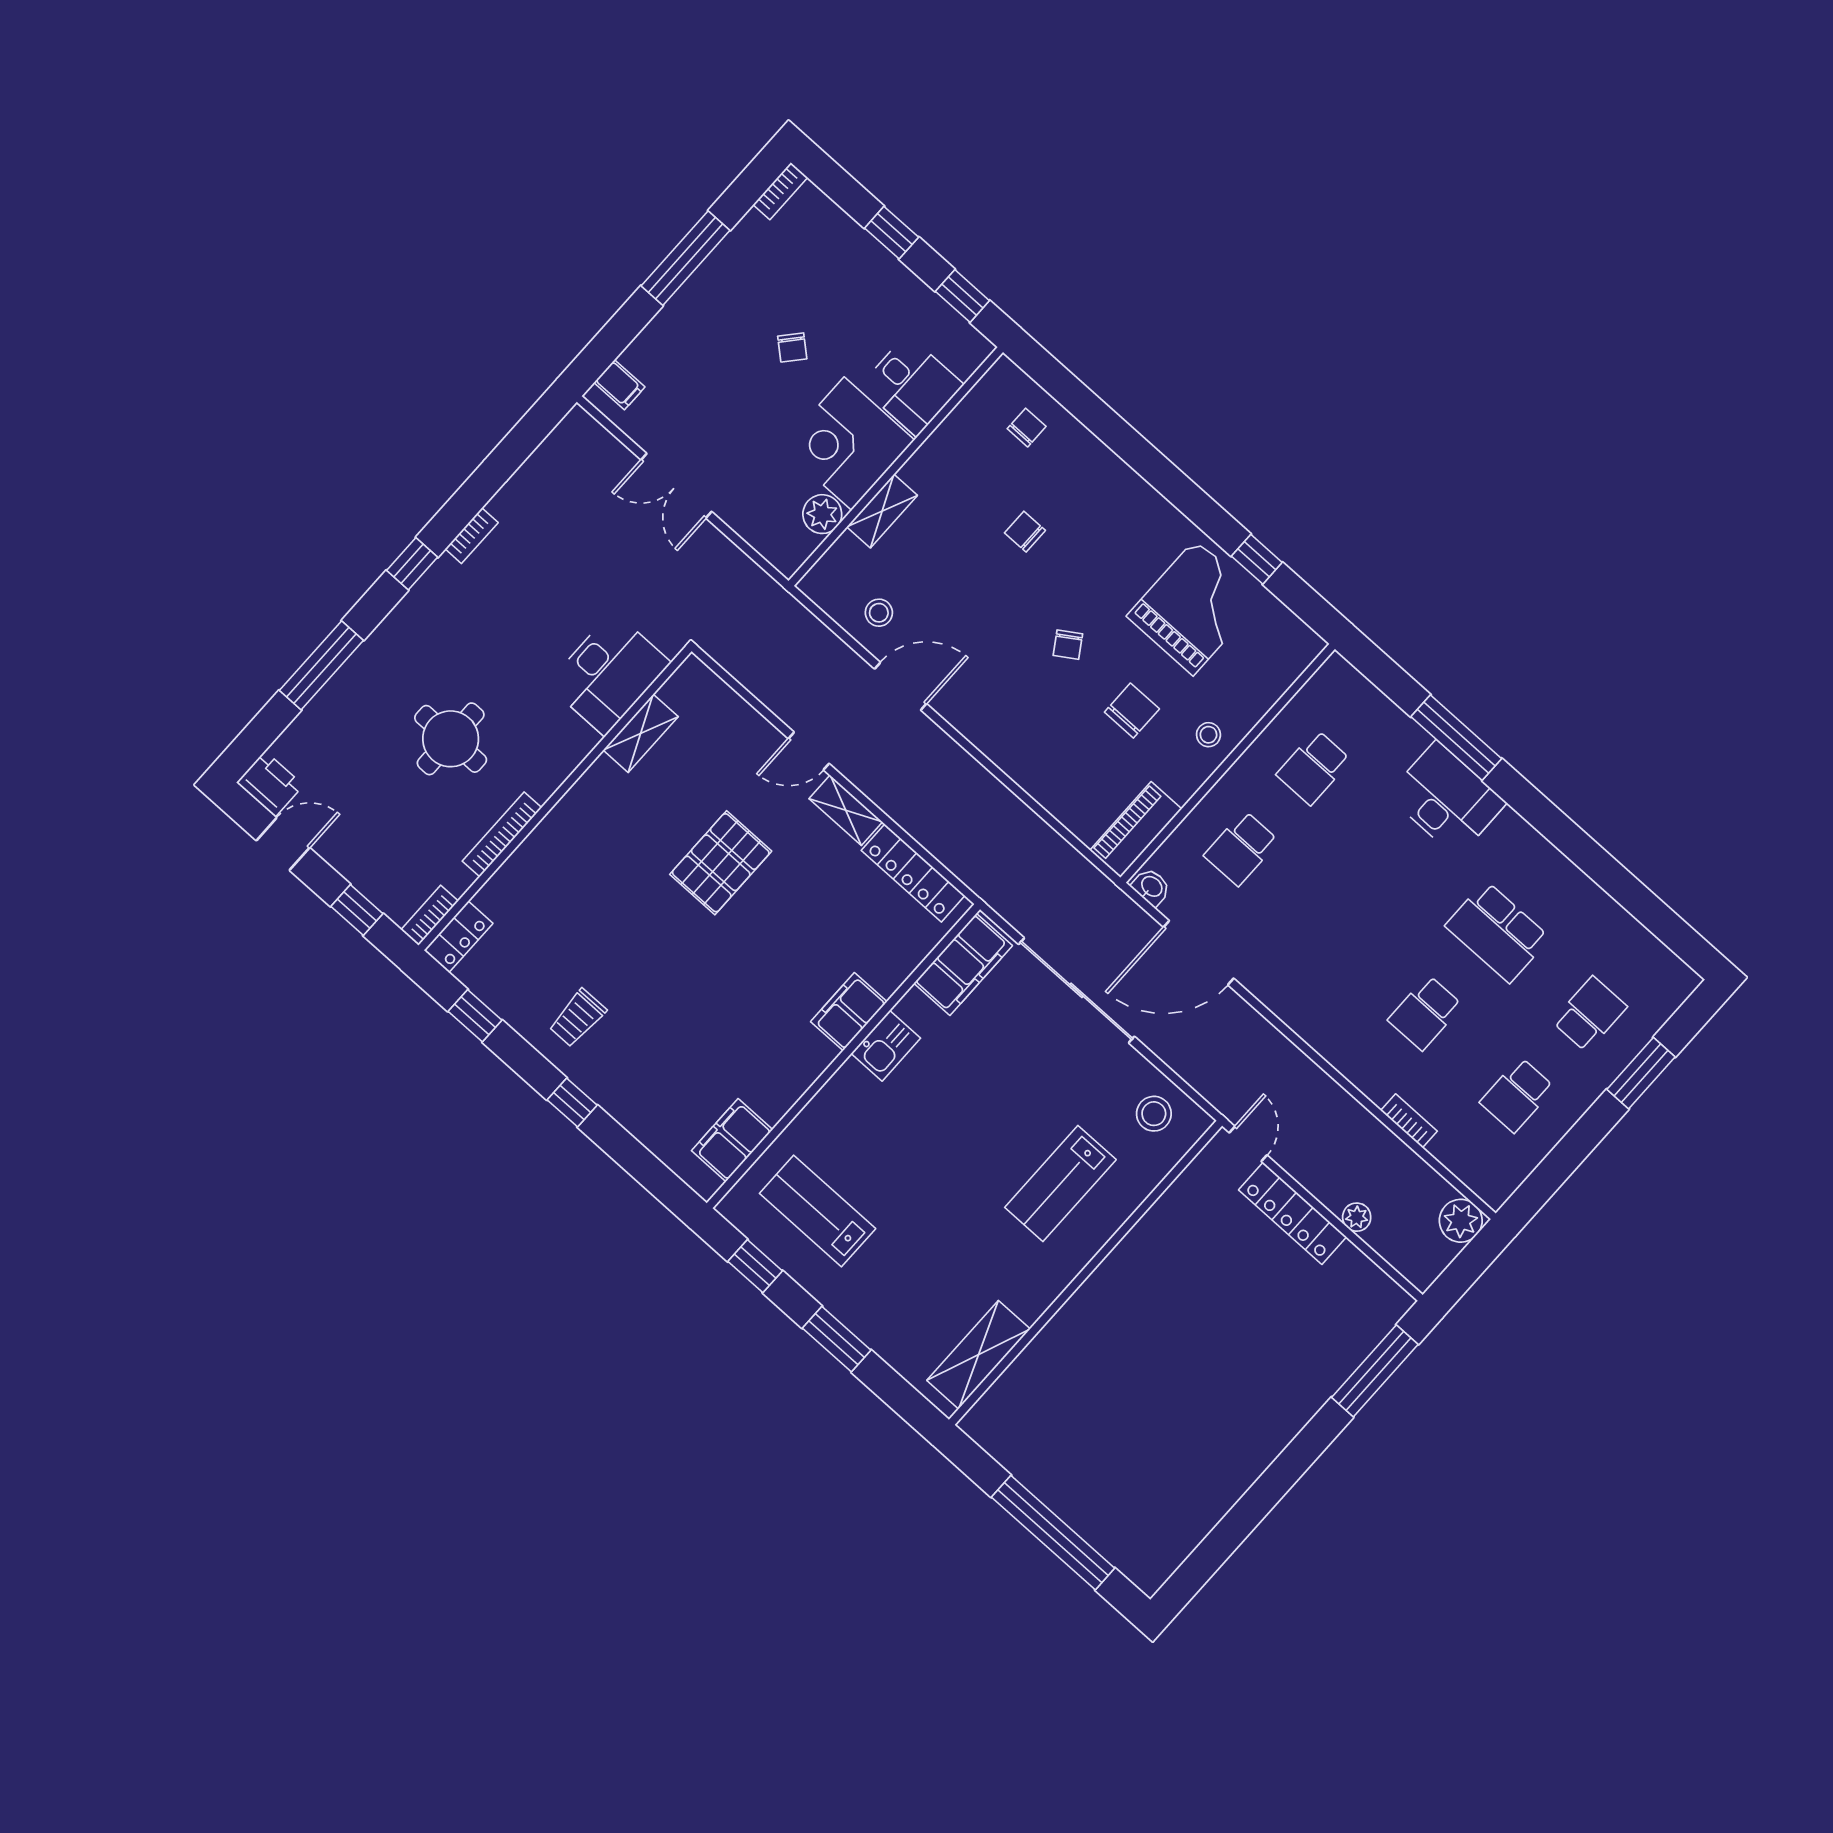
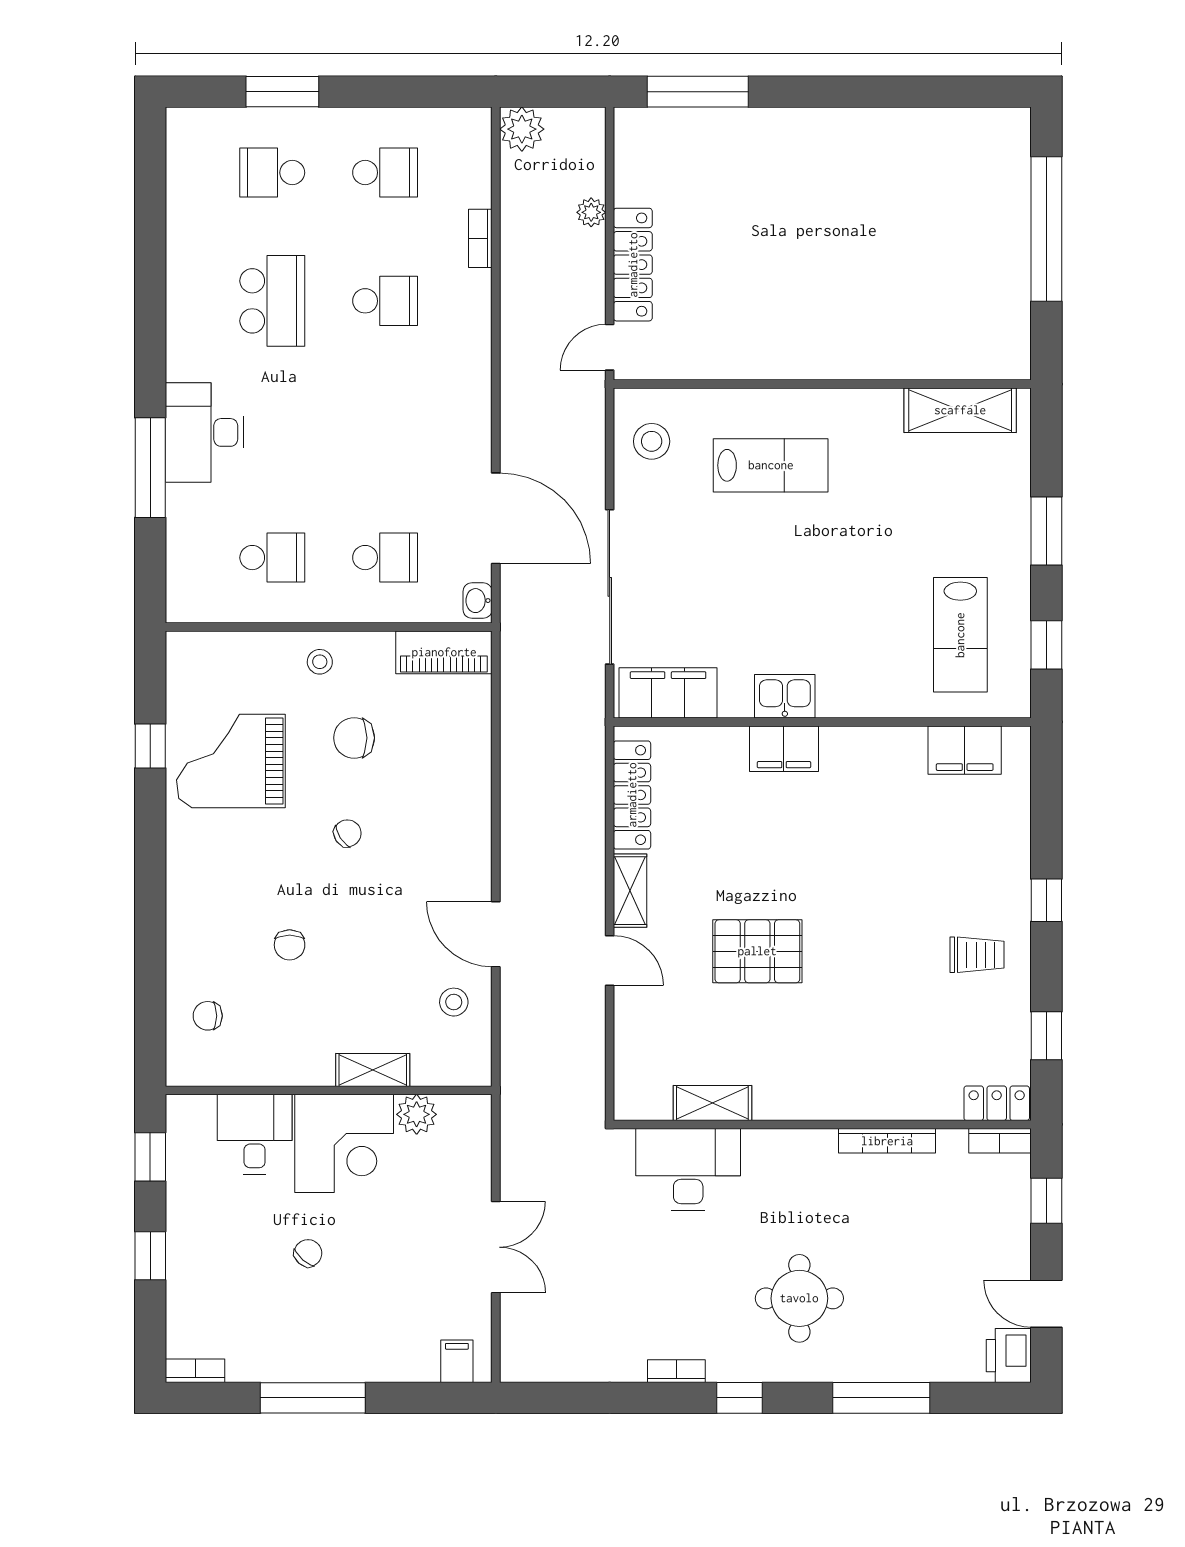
round table: (451, 739) -> (799, 1298), moved

